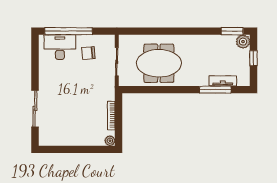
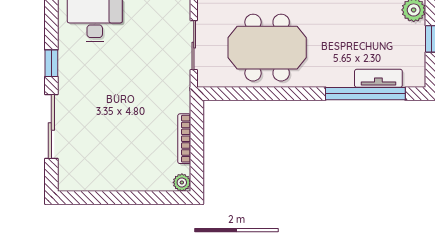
chair: (88, 53) -> (144, 30), removed
window: (35, 72) -> (51, 63), added
window: (215, 90) -> (365, 94), width x1.46

